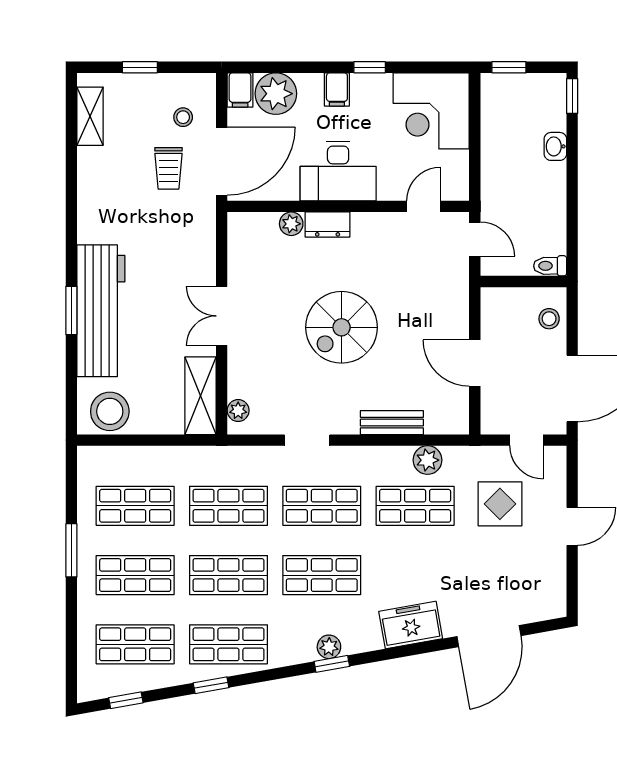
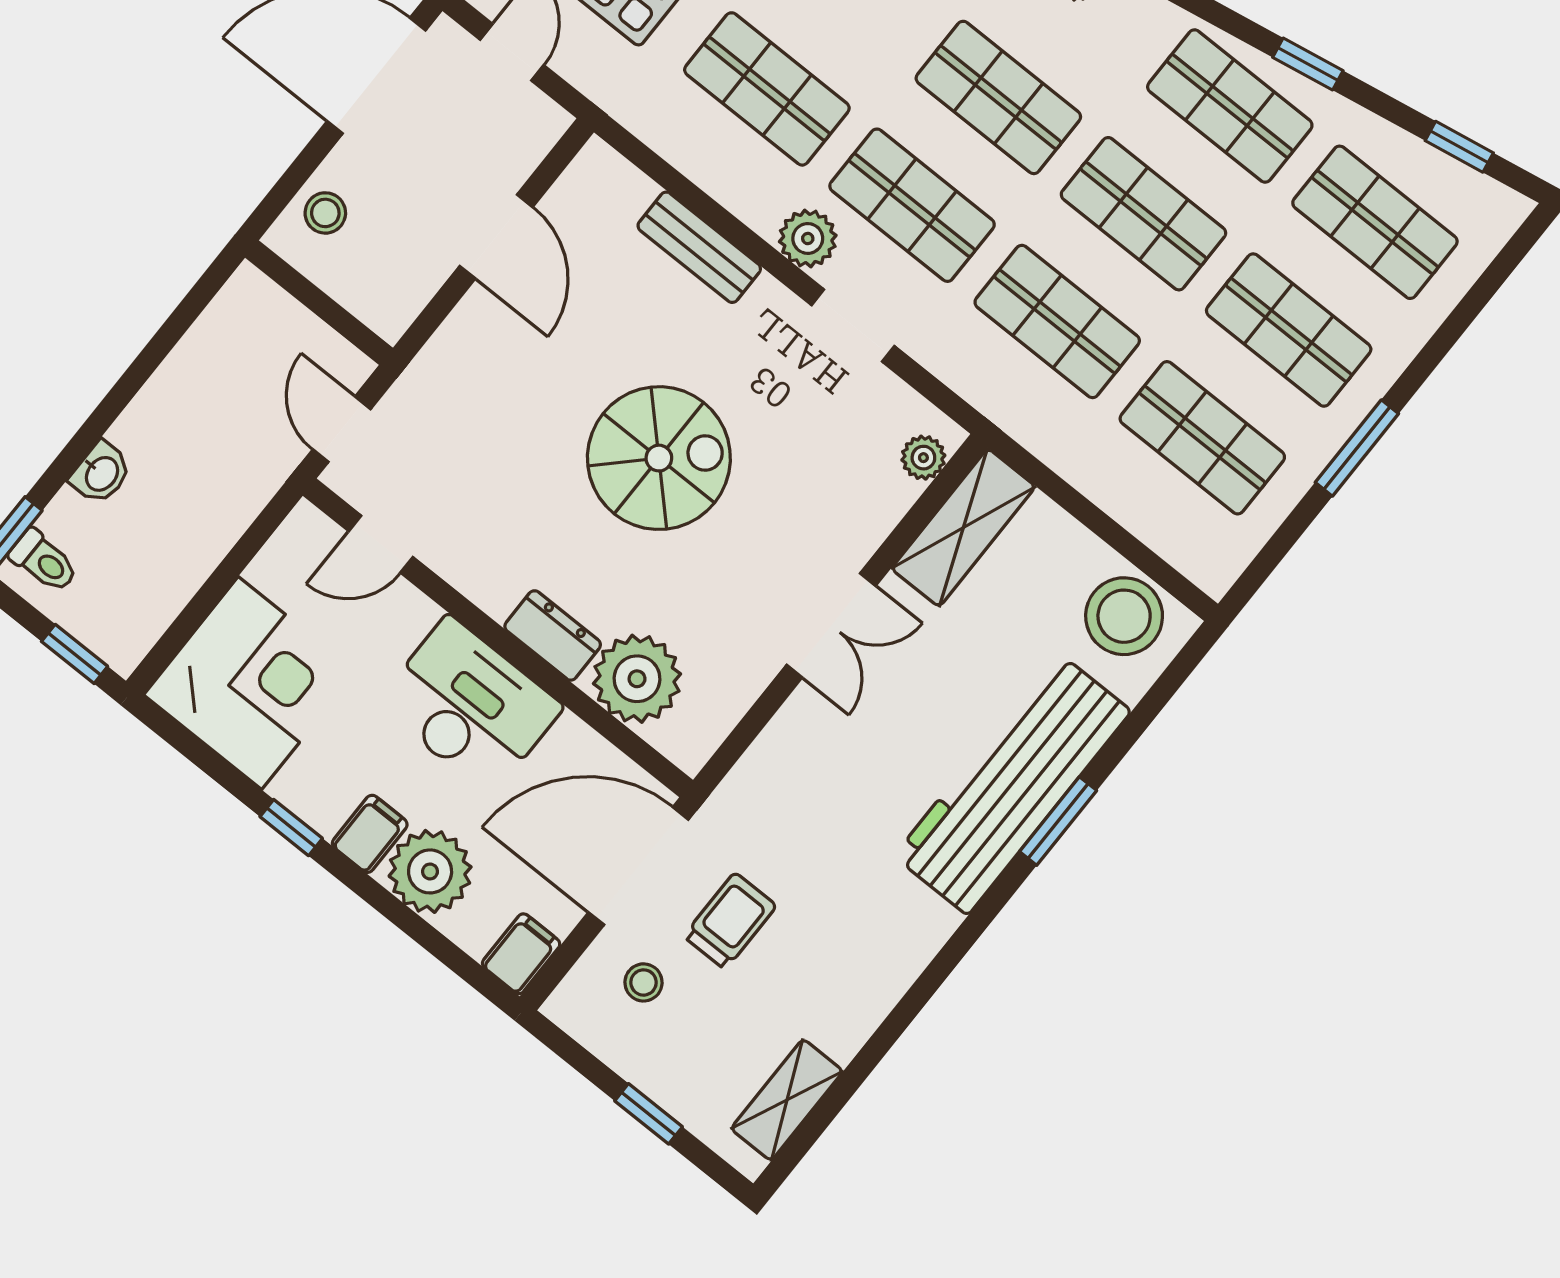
plant: (276, 94) -> (430, 871), moved
plant: (291, 224) -> (637, 679), width x1.88, depth x1.88
toilet: (550, 266) -> (44, 561), moved
plant: (428, 460) -> (808, 238), moved

